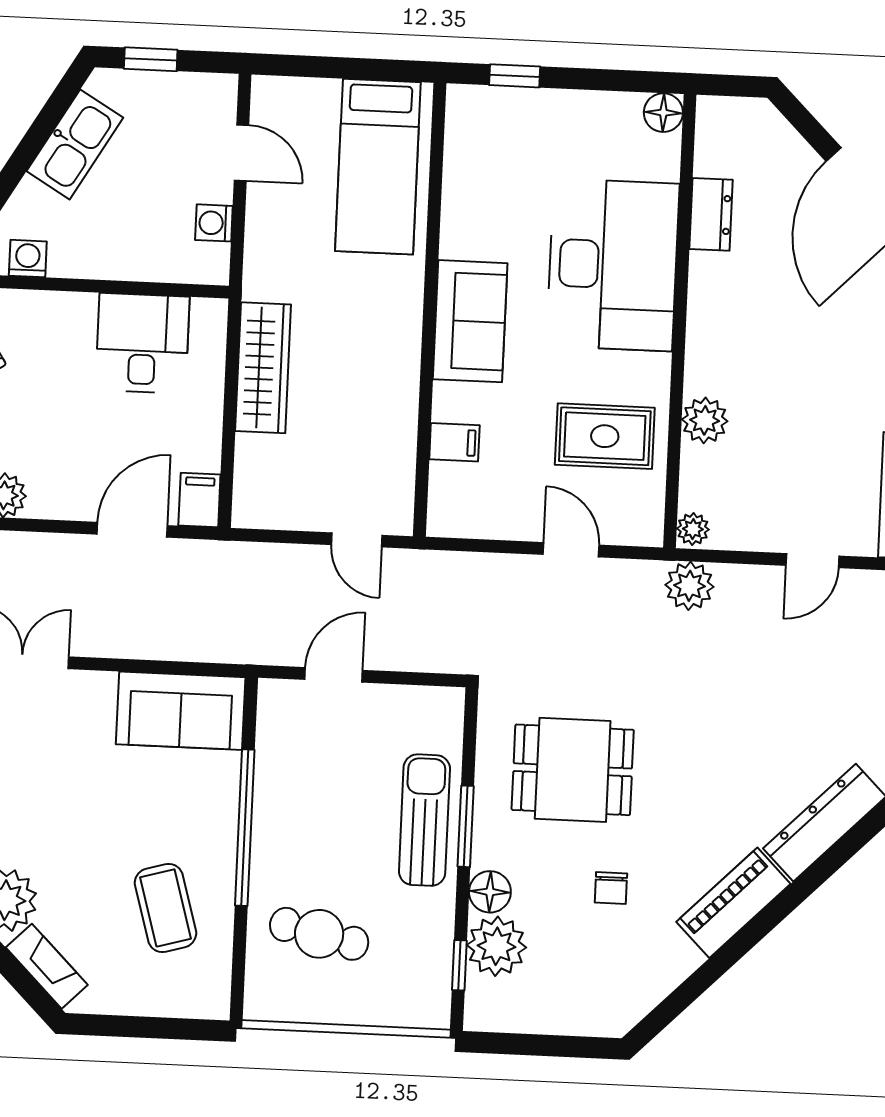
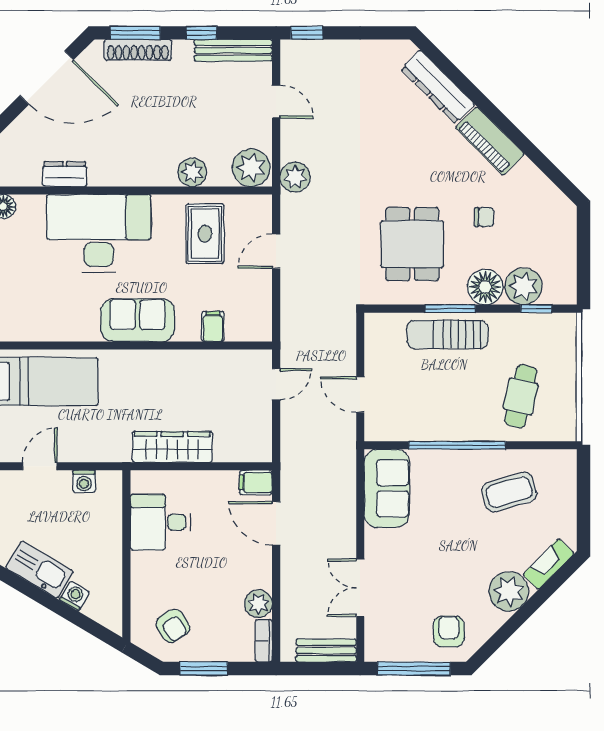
washing machine: (28, 259) -> (74, 596), moved, turned 121
plant: (693, 529) -> (251, 168), width x1.87, depth x1.87
floor lamp: (490, 892) -> (485, 287), width x1.38, depth x1.38

